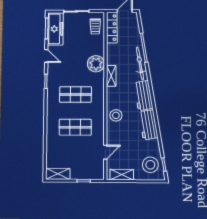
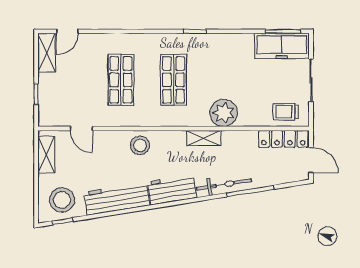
door: (46, 56) -> (67, 31), moved
workbench: (148, 125) -> (117, 199), width x1.38

